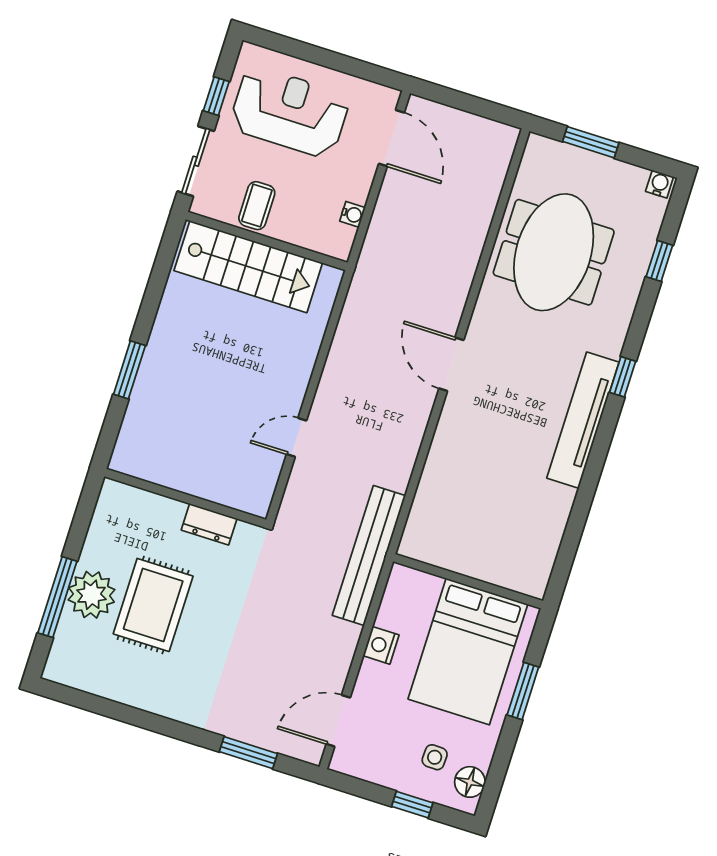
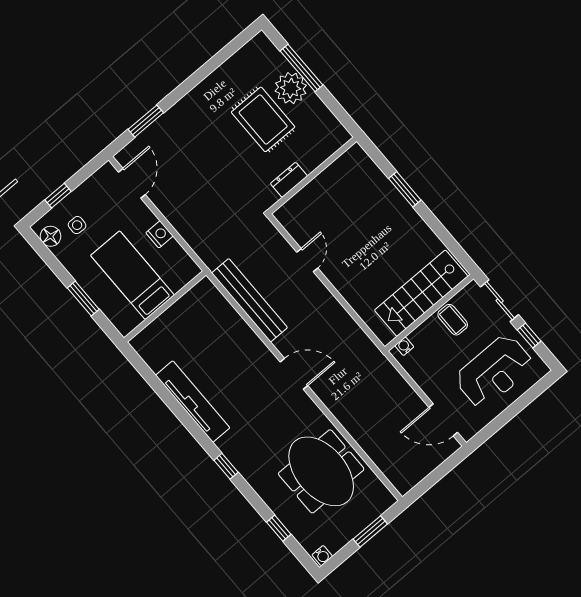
water cooler: (352, 214) -> (404, 346), moved, turned 90
tv unit: (583, 420) -> (193, 402), moved
bench: (369, 555) -> (250, 300), moved
bed: (468, 652) -> (132, 275), width x0.67

